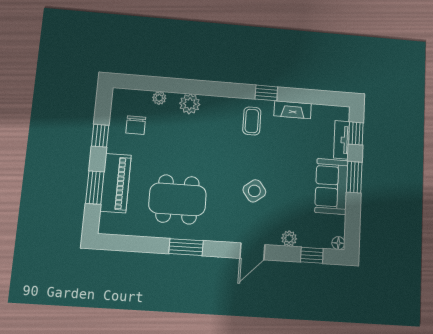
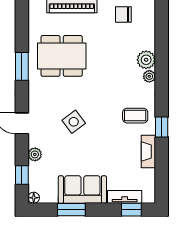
plant: (159, 98) -> (149, 76), moved
window: (354, 177) -> (71, 210), moved
dining table: (177, 199) -> (62, 56), turned 90

